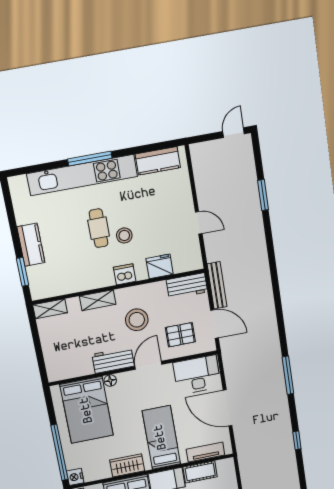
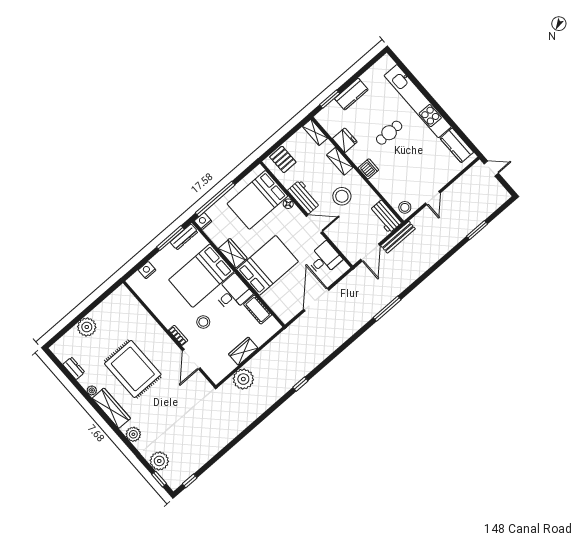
door: (234, 133) -> (491, 168), moved
window: (90, 159) -> (431, 100), removed
stool: (124, 235) -> (405, 207), moved
fridge: (160, 266) -> (345, 140), moved
pallet: (180, 335) -> (283, 159), moved
desk: (197, 375) -> (324, 259), width x0.73
window: (288, 375) -> (387, 309), moved
bed: (161, 437) -> (267, 265), width x1.50
window: (297, 440) -> (300, 384), moved
tv unit: (205, 452) -> (275, 304), removed

